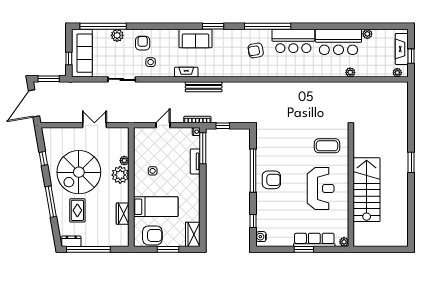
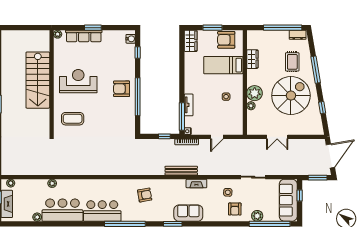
armchair: (256, 50) -> (145, 195), moved
reception desk: (321, 188) -> (78, 81), turned 90

